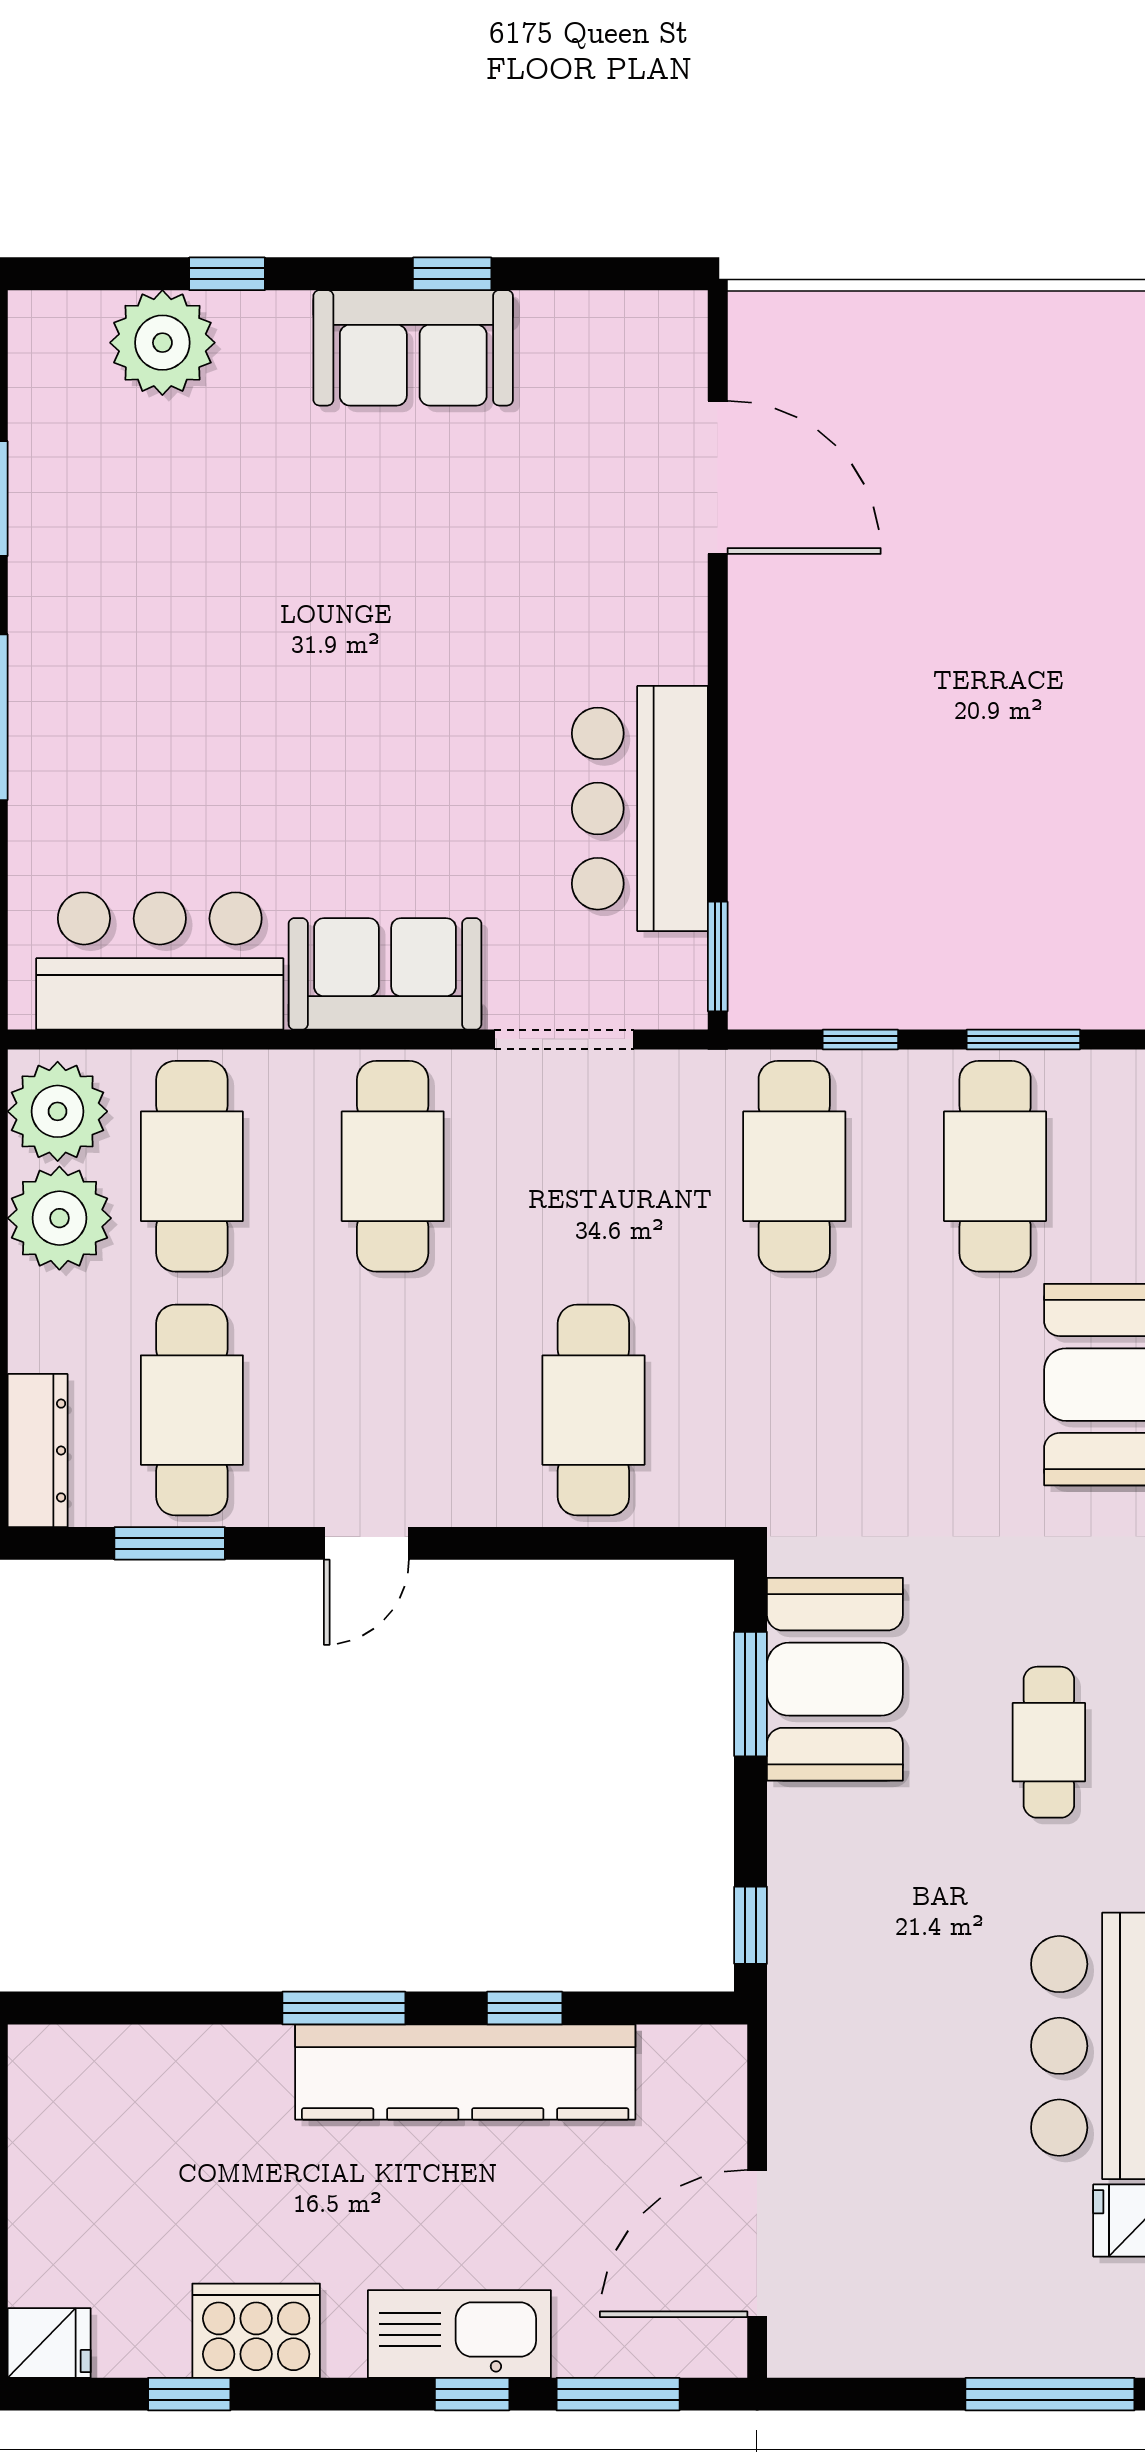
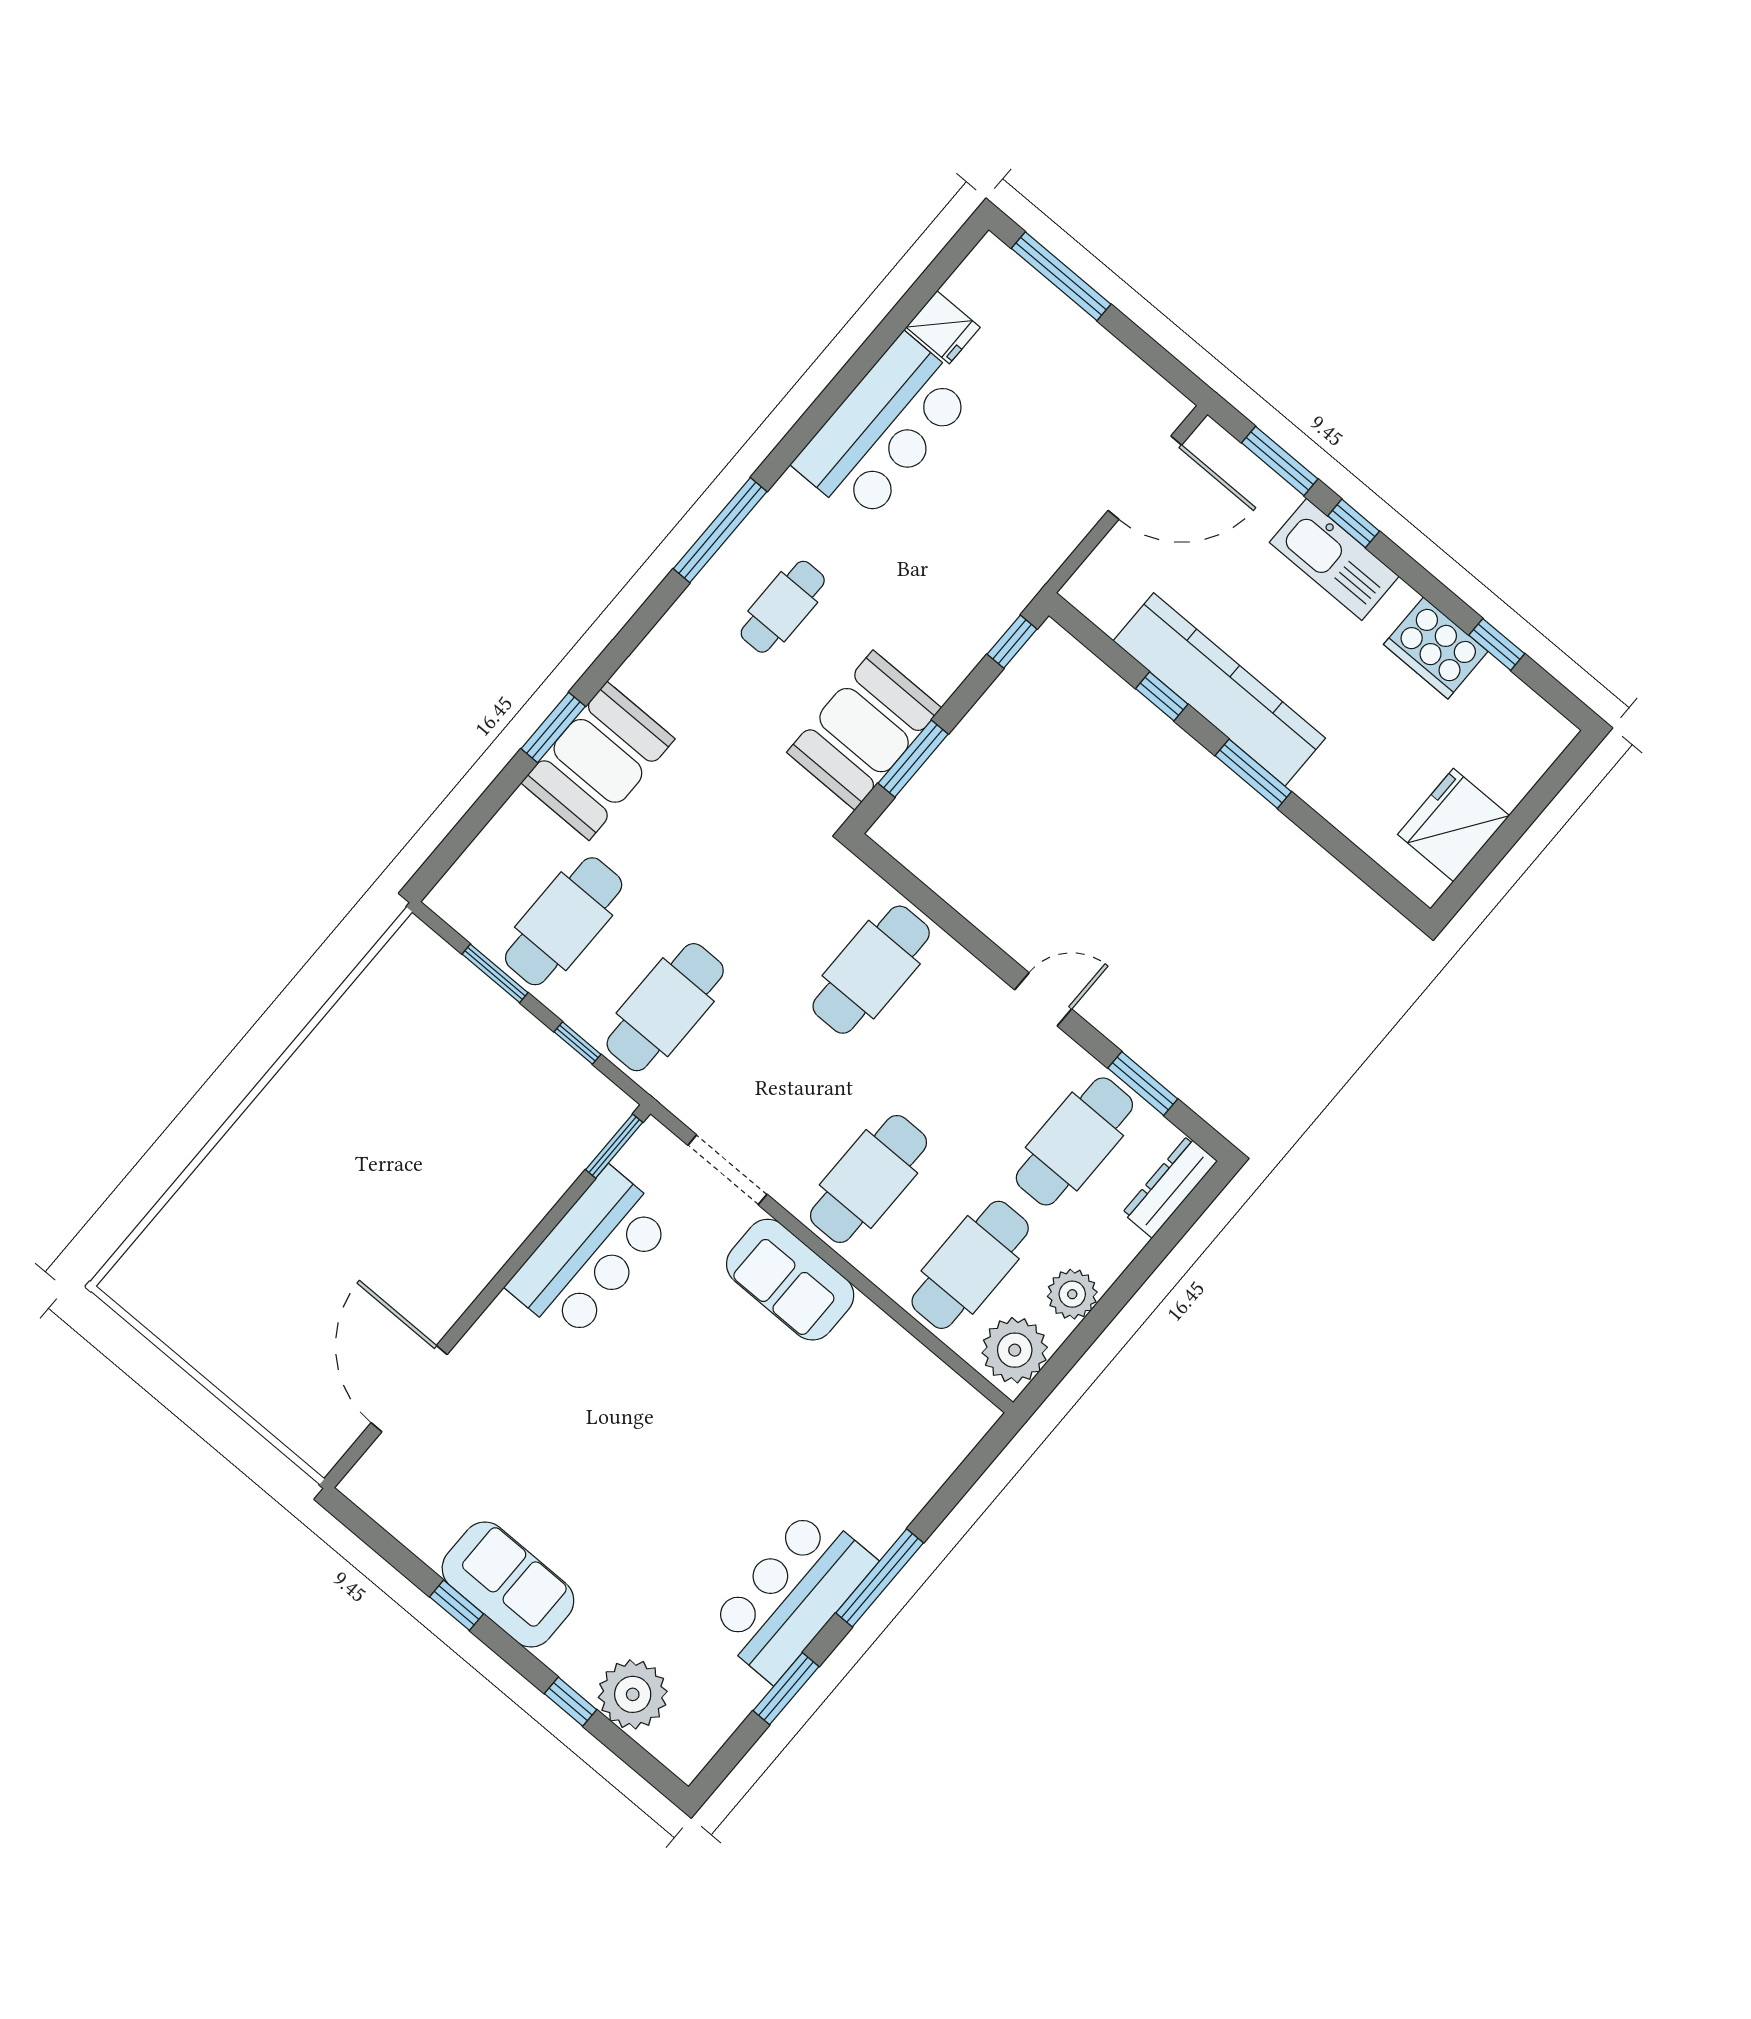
bar counter: (160, 961) -> (792, 1594), moved, turned 90
plant: (59, 1218) -> (1072, 1294), width x0.73, depth x0.73
fridge: (49, 2343) -> (1453, 825), moved, width x1.88, depth x1.34

